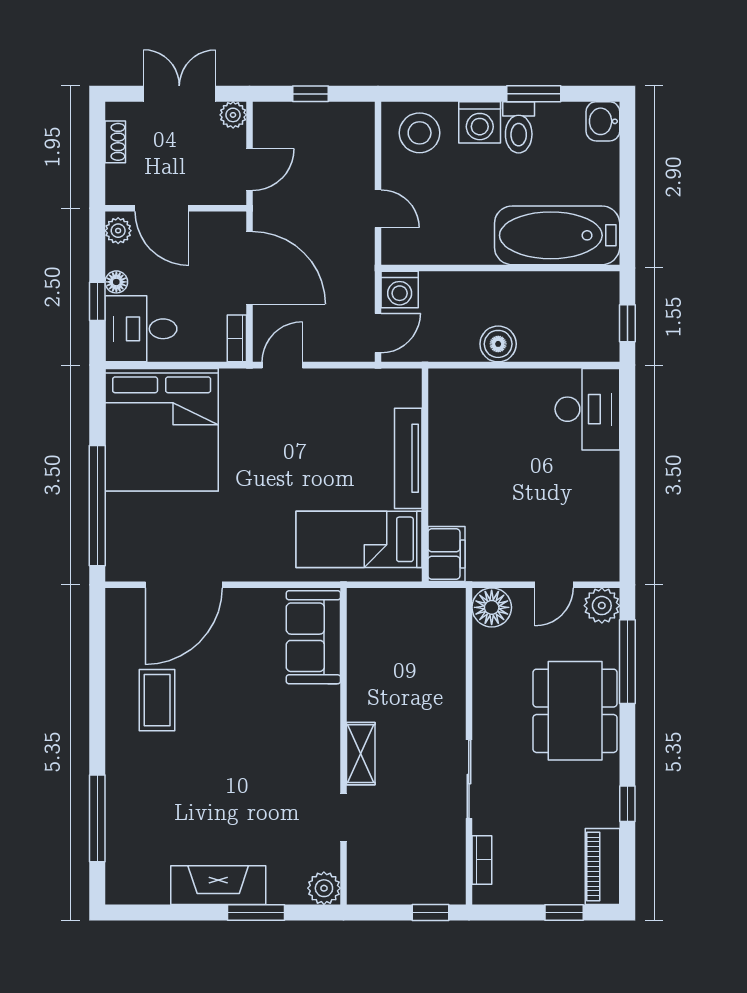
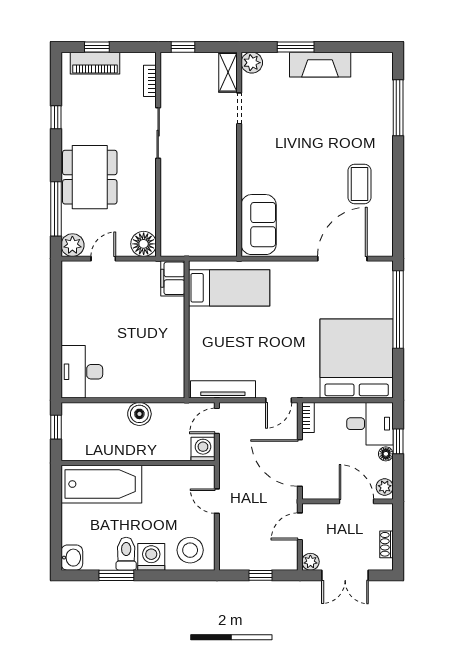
tv unit: (408, 458) -> (223, 389), moved, turned -90
shelving: (361, 754) -> (228, 72), moved
piano: (602, 866) -> (95, 63), moved, turned 90

